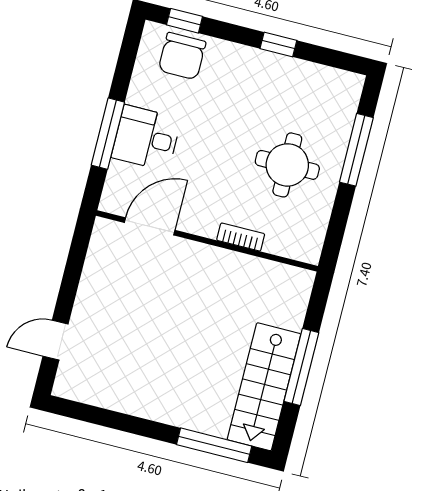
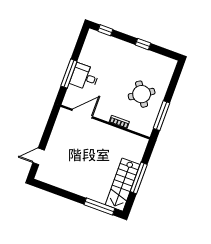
chair: (182, 56) -> (103, 45), removed
window: (356, 150) -> (162, 116), moved
round table: (287, 165) -> (142, 94), turned -34

